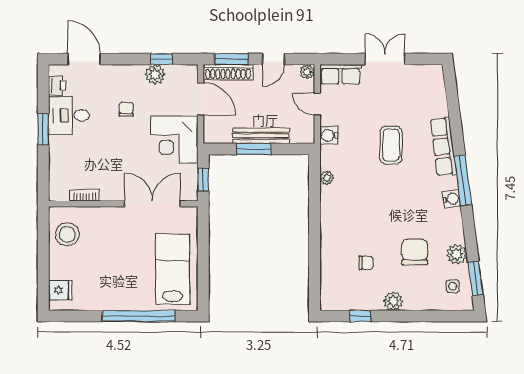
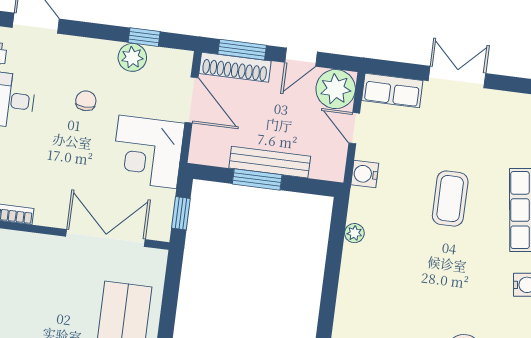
plant: (307, 72) -> (336, 89), width x1.88, depth x1.88

